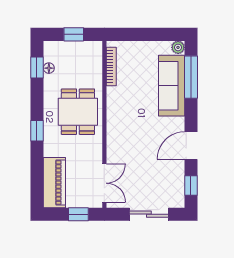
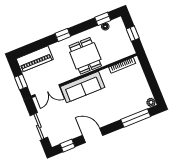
sofa: (172, 86) -> (83, 87), moved, turned 180
dining table: (78, 112) -> (85, 56), turned 90

